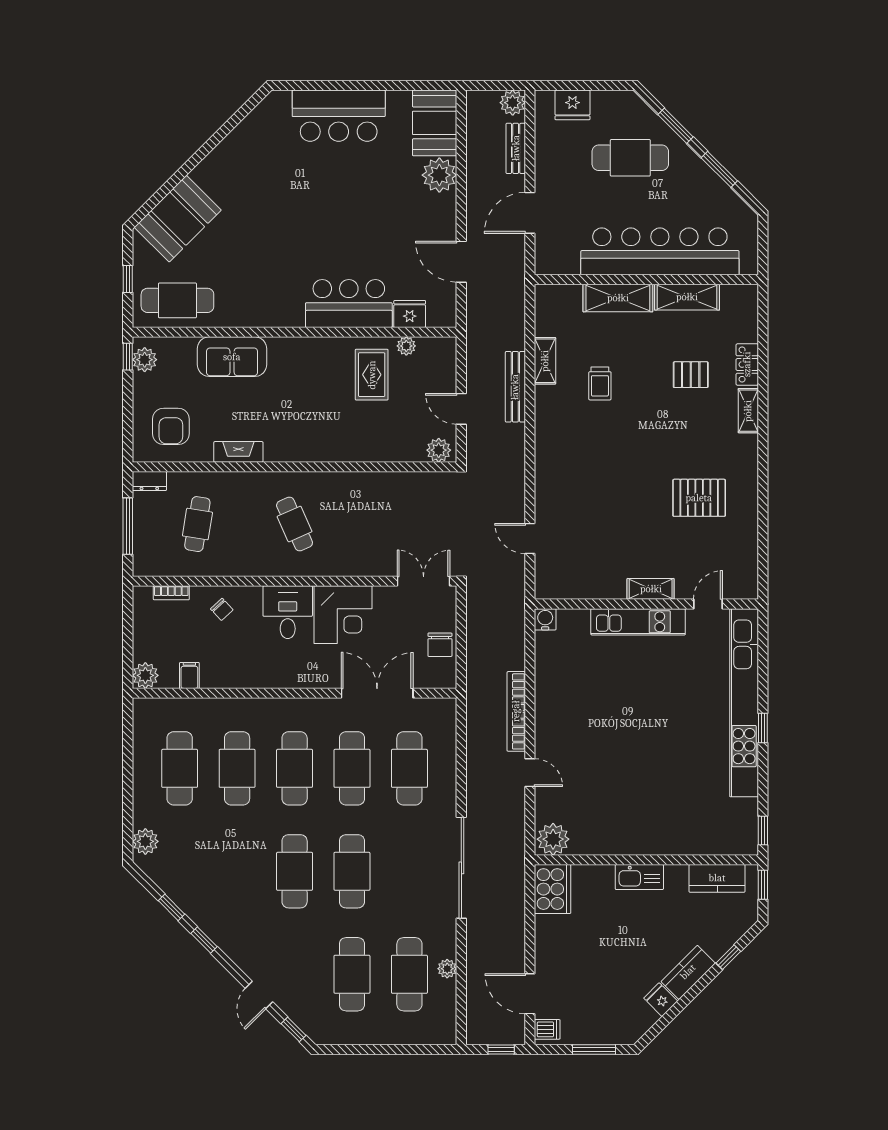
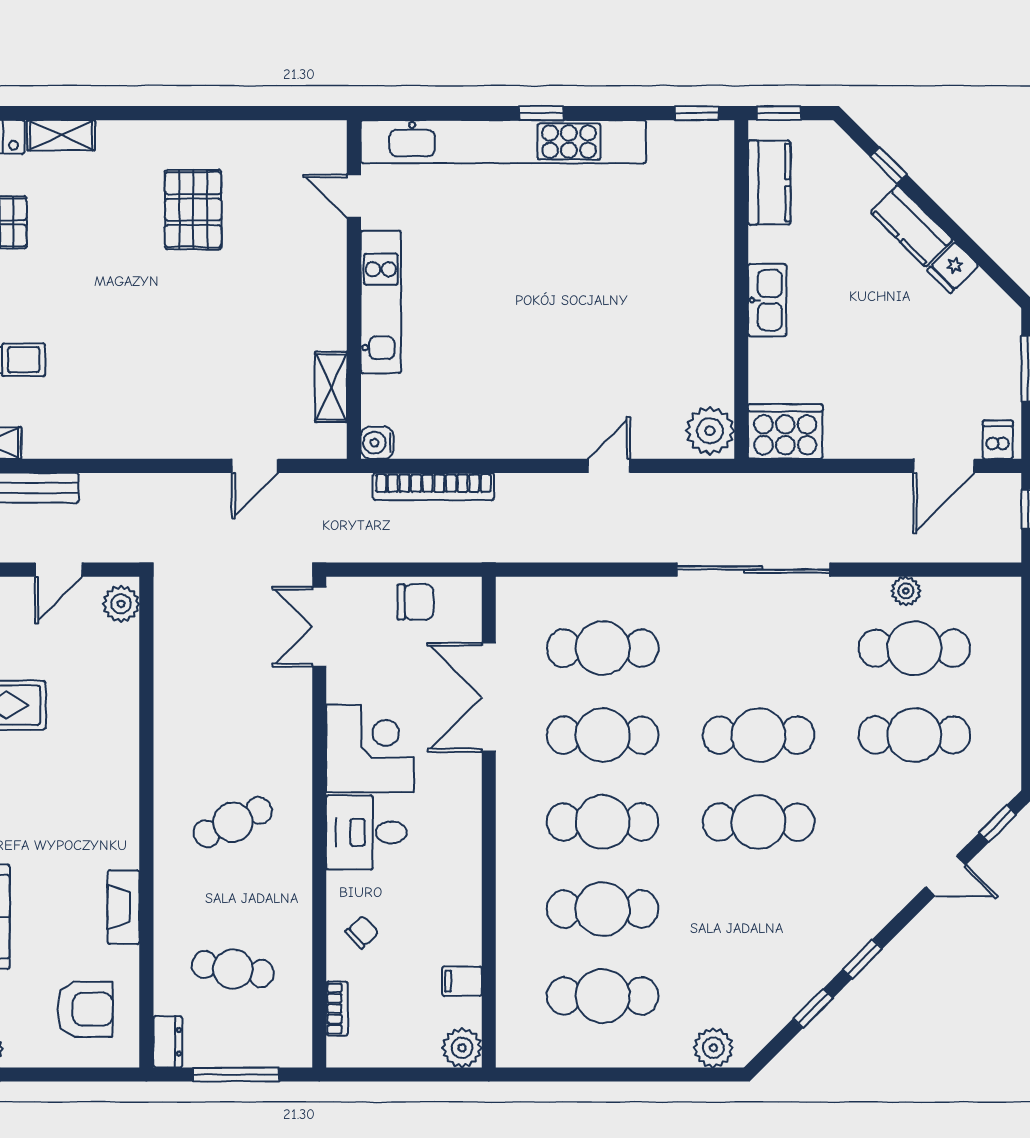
shelving: (651, 589) -> (331, 387), moved
bookcase: (516, 711) -> (433, 486), moved

